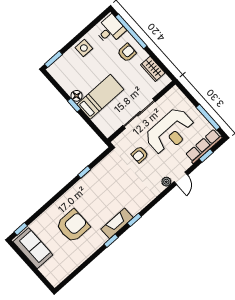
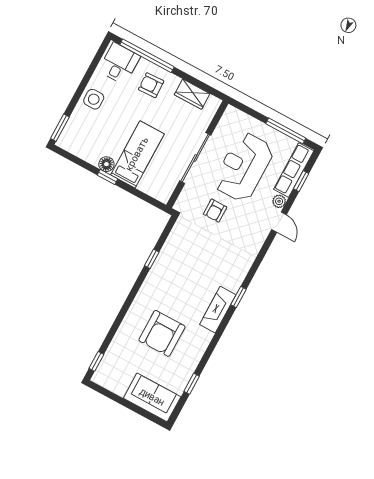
armchair: (127, 53) -> (151, 85), turned -92
reception desk: (170, 132) -> (243, 167), turned 180
plant: (166, 182) -> (279, 201), moved
armchair: (73, 226) -> (162, 333), turned 180
window: (111, 241) -> (192, 384), moved
sofa: (33, 248) -> (152, 397), moved

